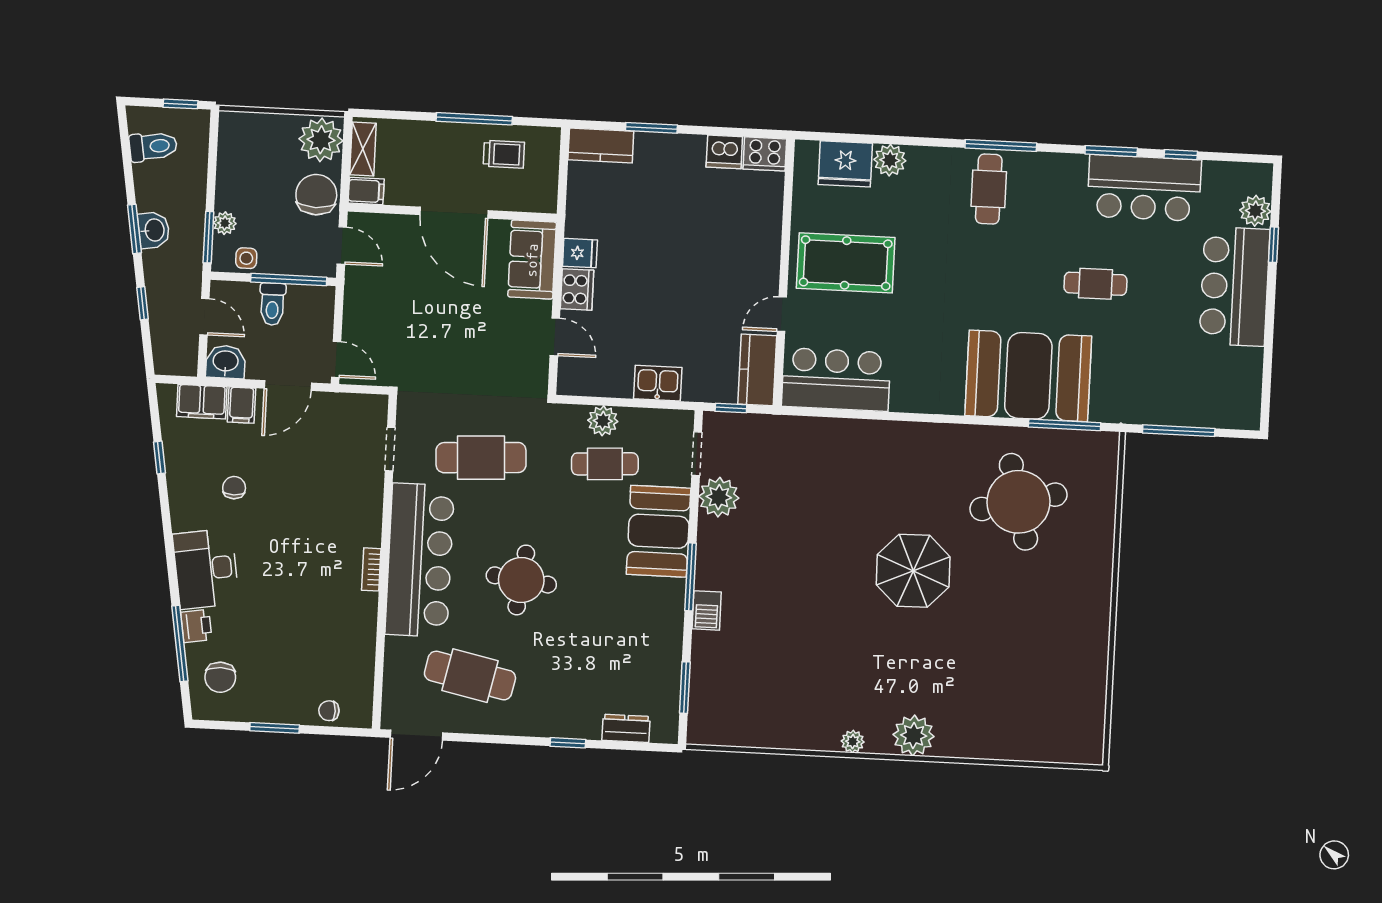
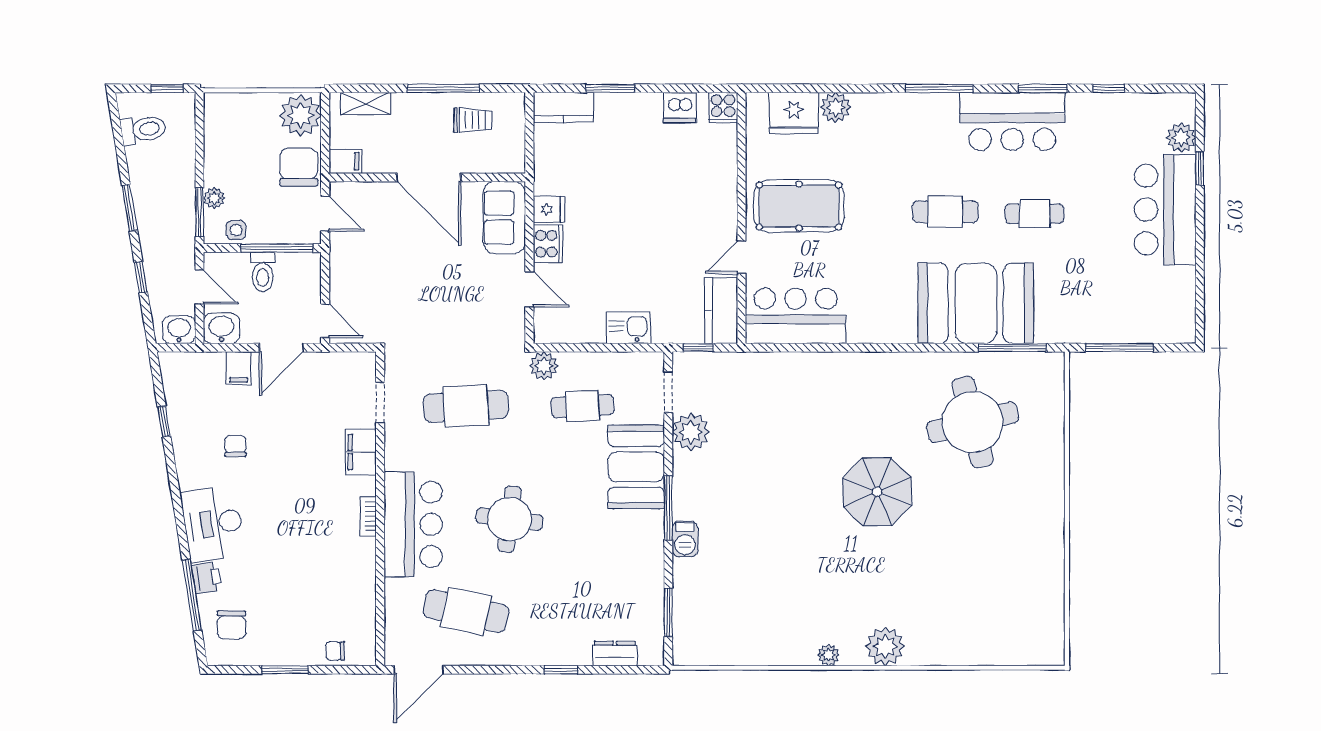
shelving: (363, 149) -> (366, 104), moved, turned 90
cooker: (765, 154) -> (723, 108), width x0.73
bar counter: (1144, 188) -> (1012, 121), moved
cafe table: (989, 189) -> (945, 212), moved, turned 90
washbasin: (154, 230) -> (179, 330), moved, turned -81
filing cabinet: (202, 402) -> (361, 452), moved, turned 90
plant: (603, 421) -> (544, 366), moved
bar counter: (420, 560) -> (413, 524), width x0.73

